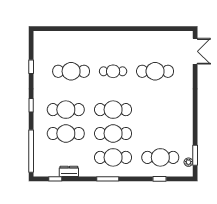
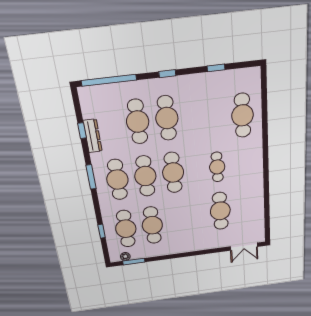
cafe table: (71, 71) -> (242, 115), moved
cafe table: (160, 133) -> (152, 225), added
dresser: (69, 171) -> (93, 136), width x1.44
window: (55, 179) -> (82, 131), moved

